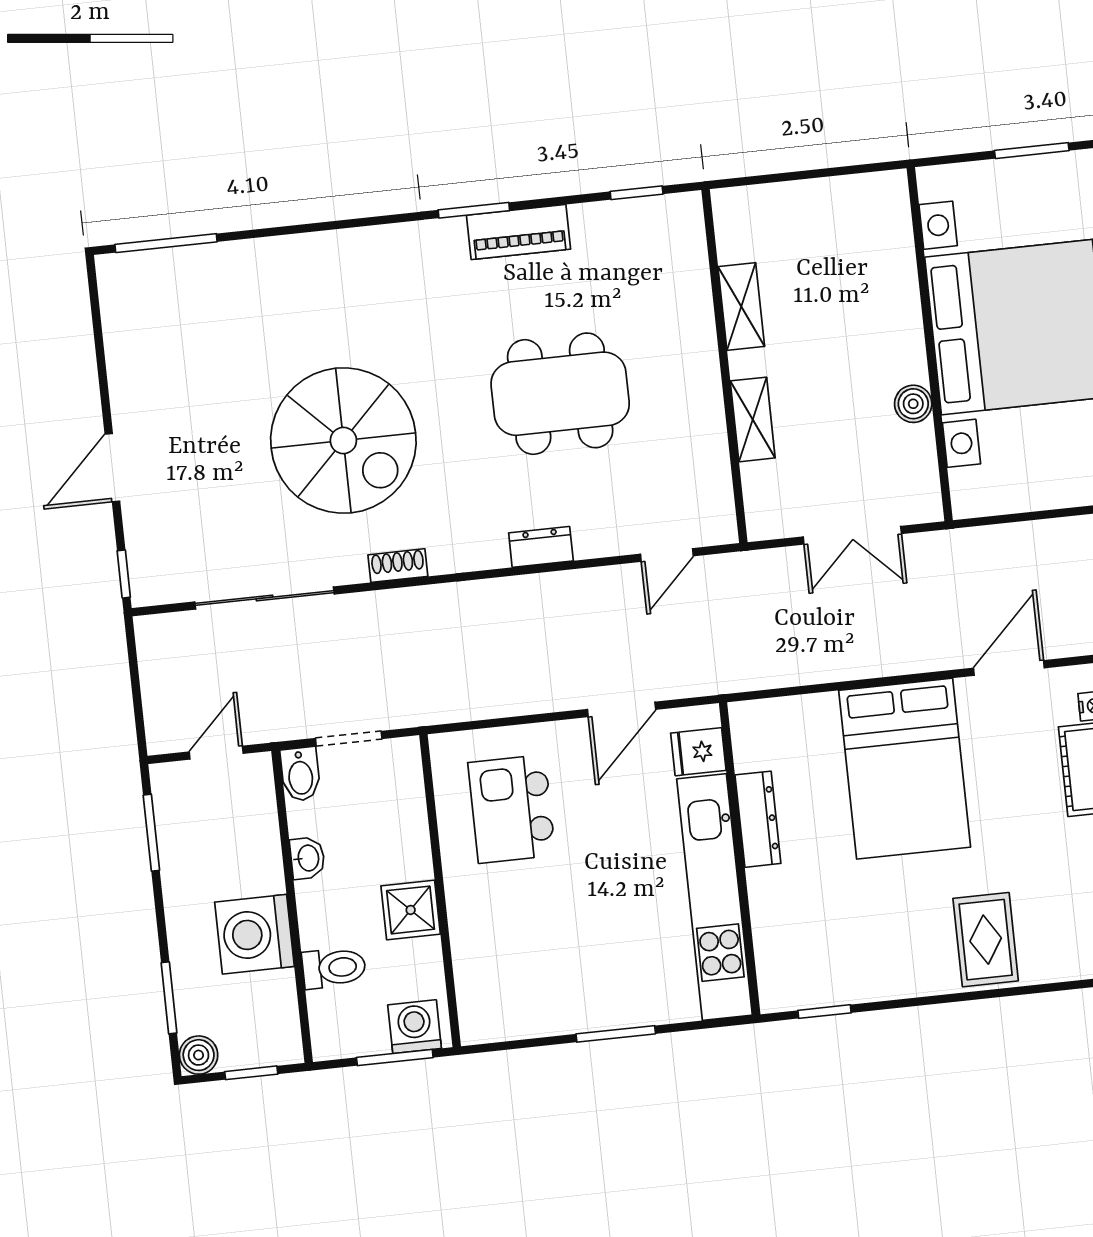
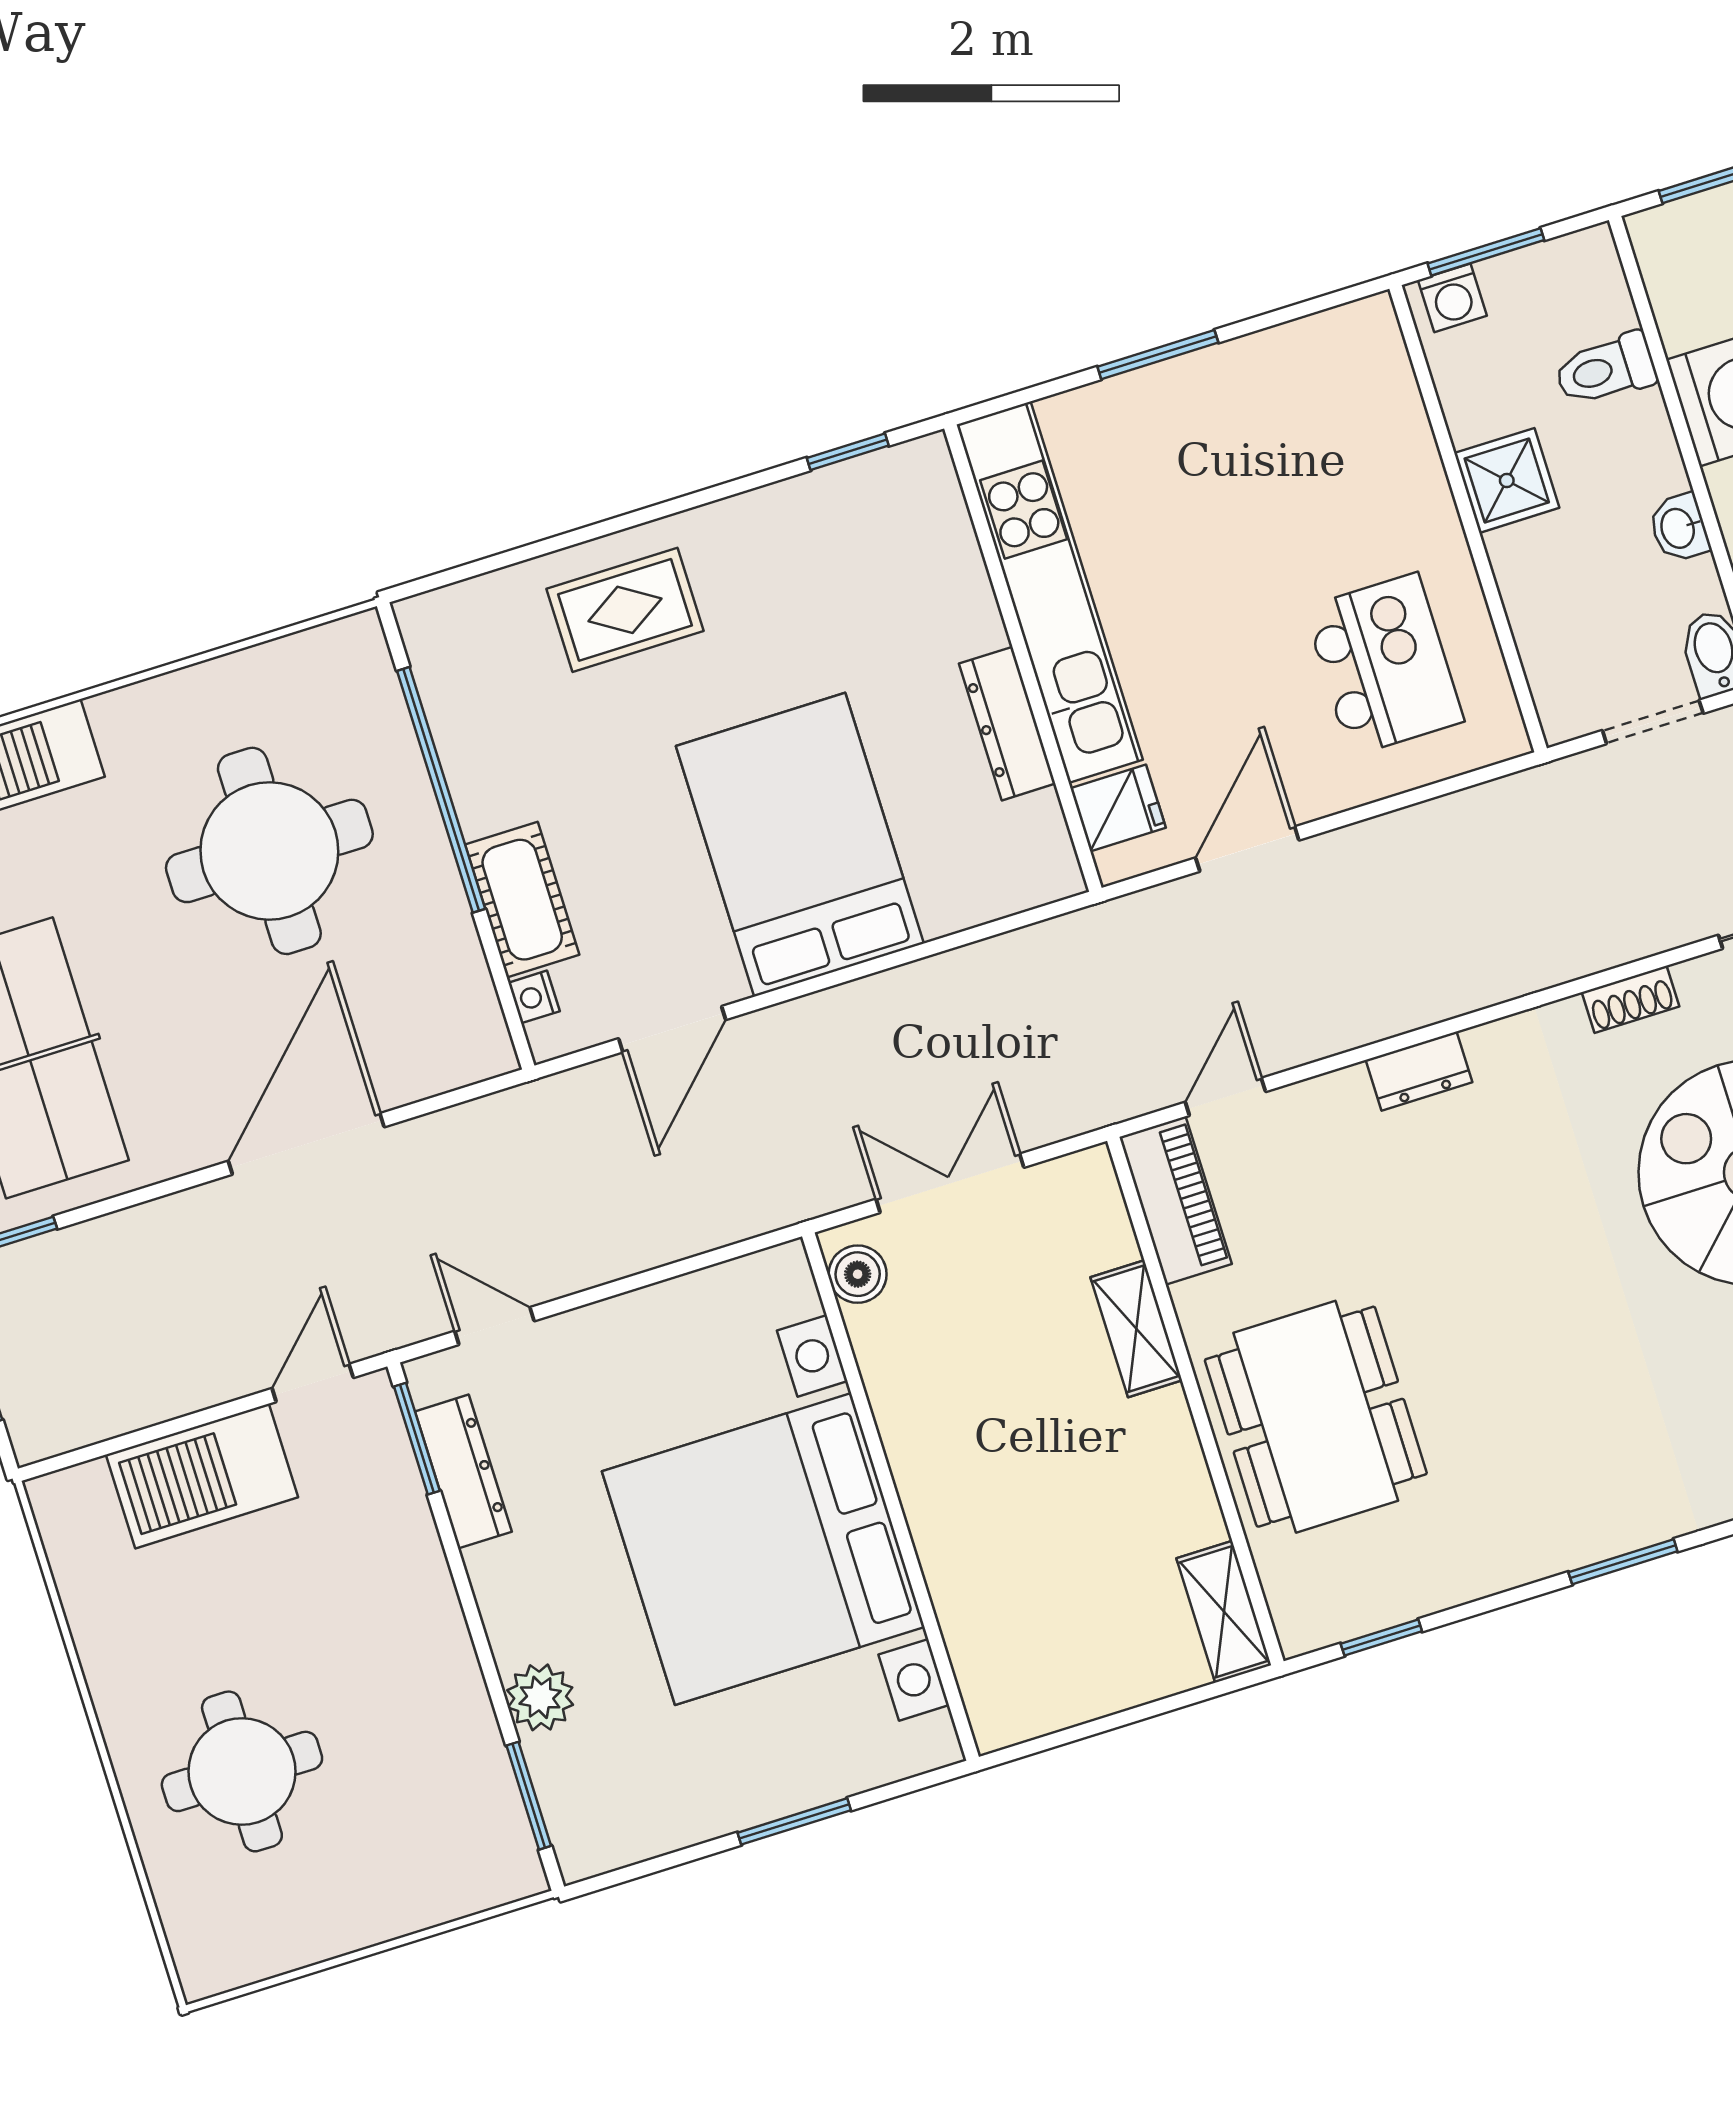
piano: (519, 232) -> (1176, 1201), moved, turned 90
shelving: (741, 307) -> (1224, 1612), moved
dining table: (560, 394) -> (1316, 1417), moved, turned 90
boiler: (913, 404) -> (858, 1274), moved
rug: (986, 940) -> (625, 610), turned 90
washing machine: (415, 1027) -> (1452, 298), width x0.73, depth x0.73

